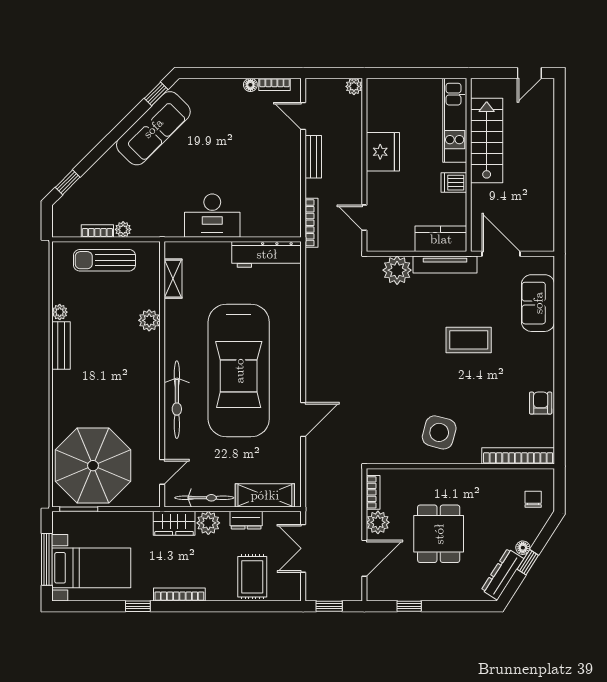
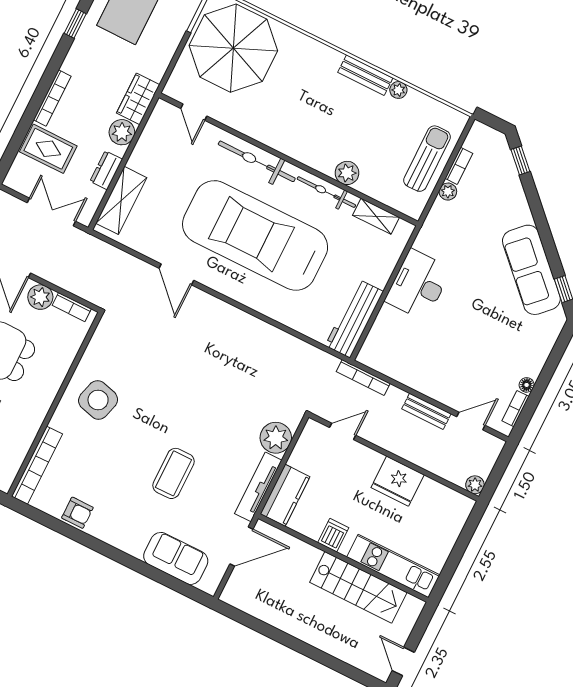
bicycle: (204, 498) -> (326, 192), moved, turned 90
bookcase: (179, 594) -> (52, 98), moved

